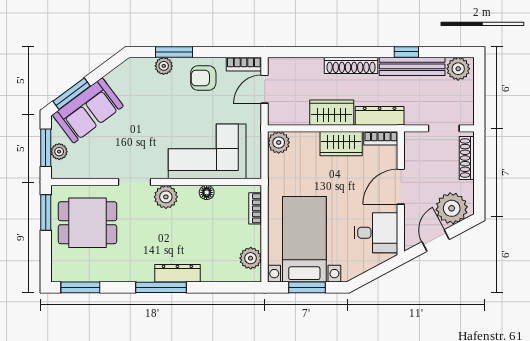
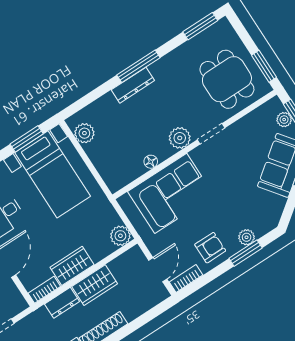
dresser: (380, 116) -> (62, 303), width x0.70
bookcase: (255, 208) -> (106, 174), removed
dining table: (88, 223) -> (227, 79), turned 90

